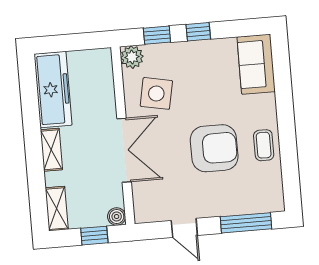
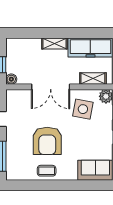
shelving: (57, 209) -> (93, 79), moved

